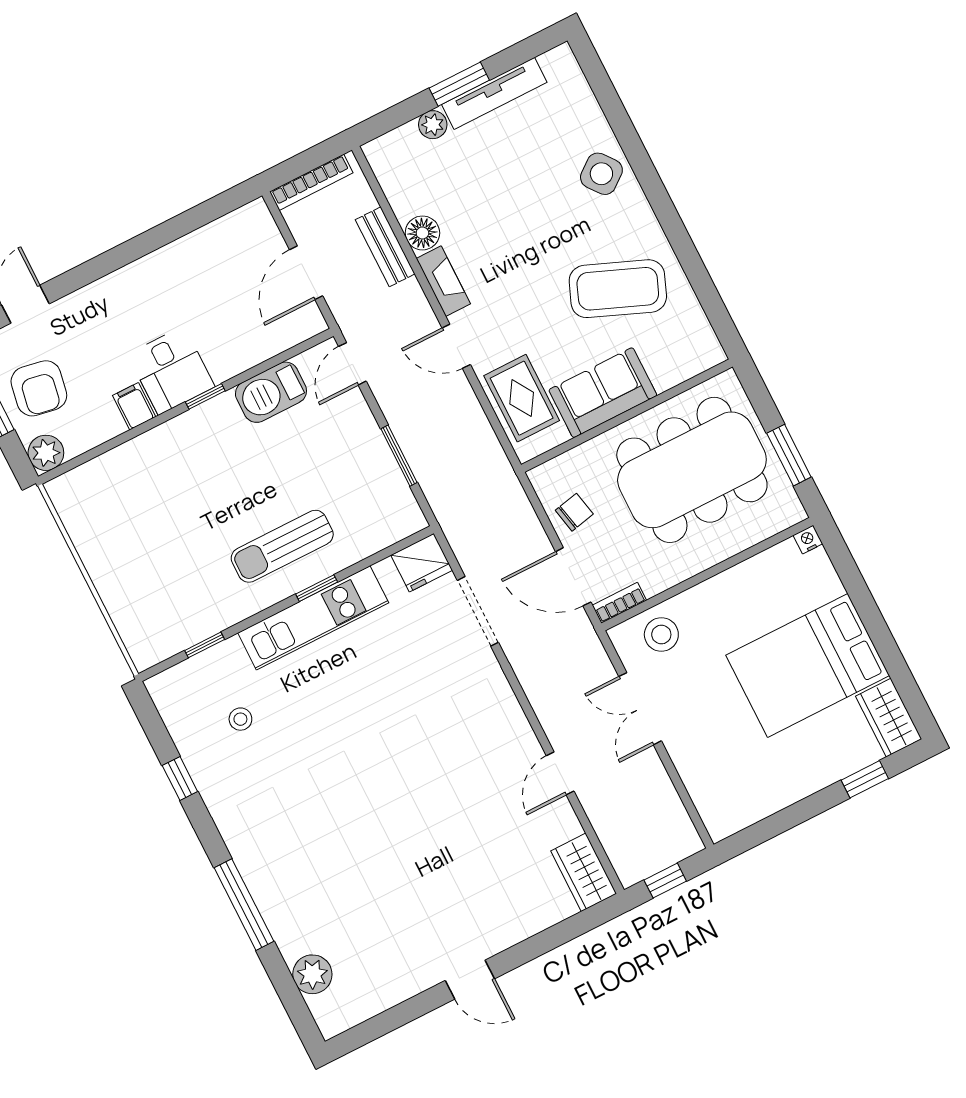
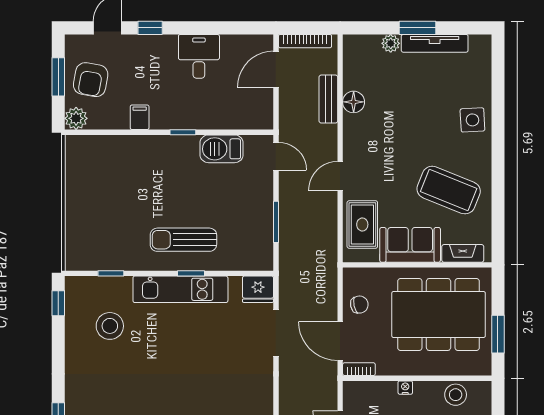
side table: (601, 174) -> (472, 120), turned 35
door: (306, 273) -> (276, 69), moved
window: (85, 274) -> (150, 28), added
fireplace: (443, 281) -> (463, 253), moved, turned -90
door: (456, 346) -> (340, 176), hinge flipped
door: (352, 364) -> (276, 156), swing flipped
desk: (171, 370) -> (199, 56), moved, turned 180
nightstand: (808, 540) -> (405, 388), moved
stool: (661, 635) -> (456, 395), moved
stool: (240, 719) -> (110, 326), width x1.89, depth x1.89
window: (180, 779) -> (58, 303), moved

